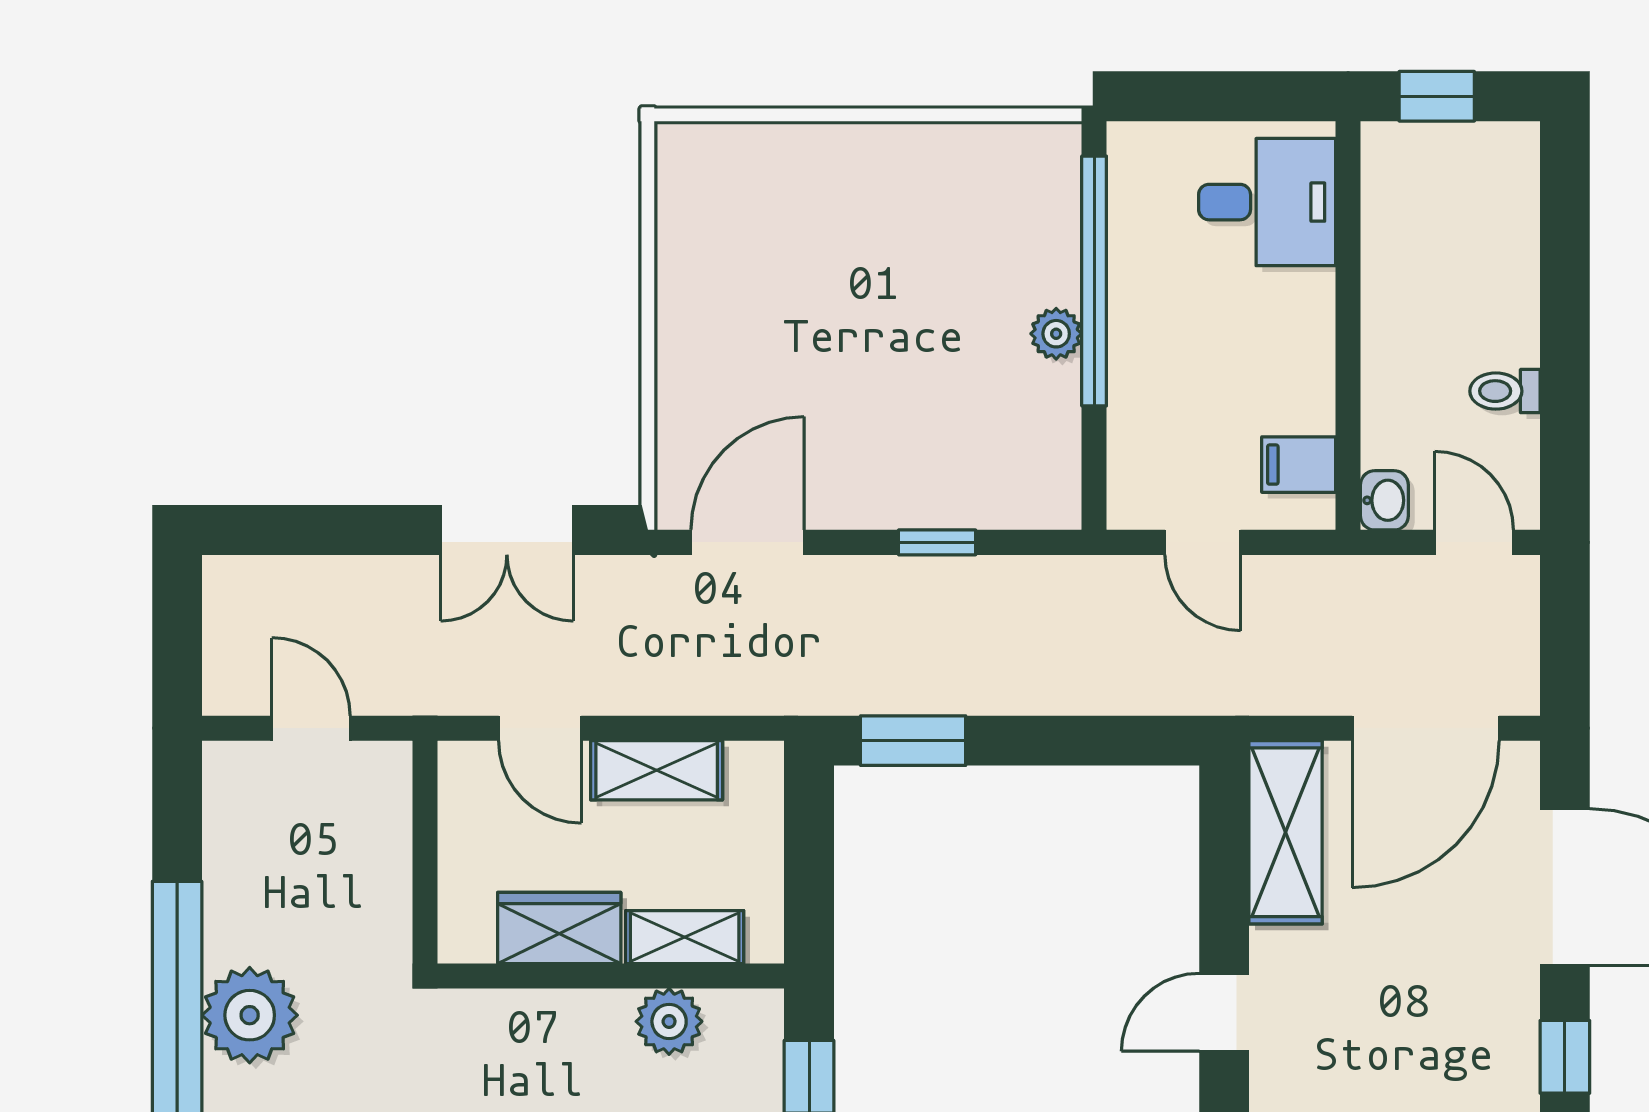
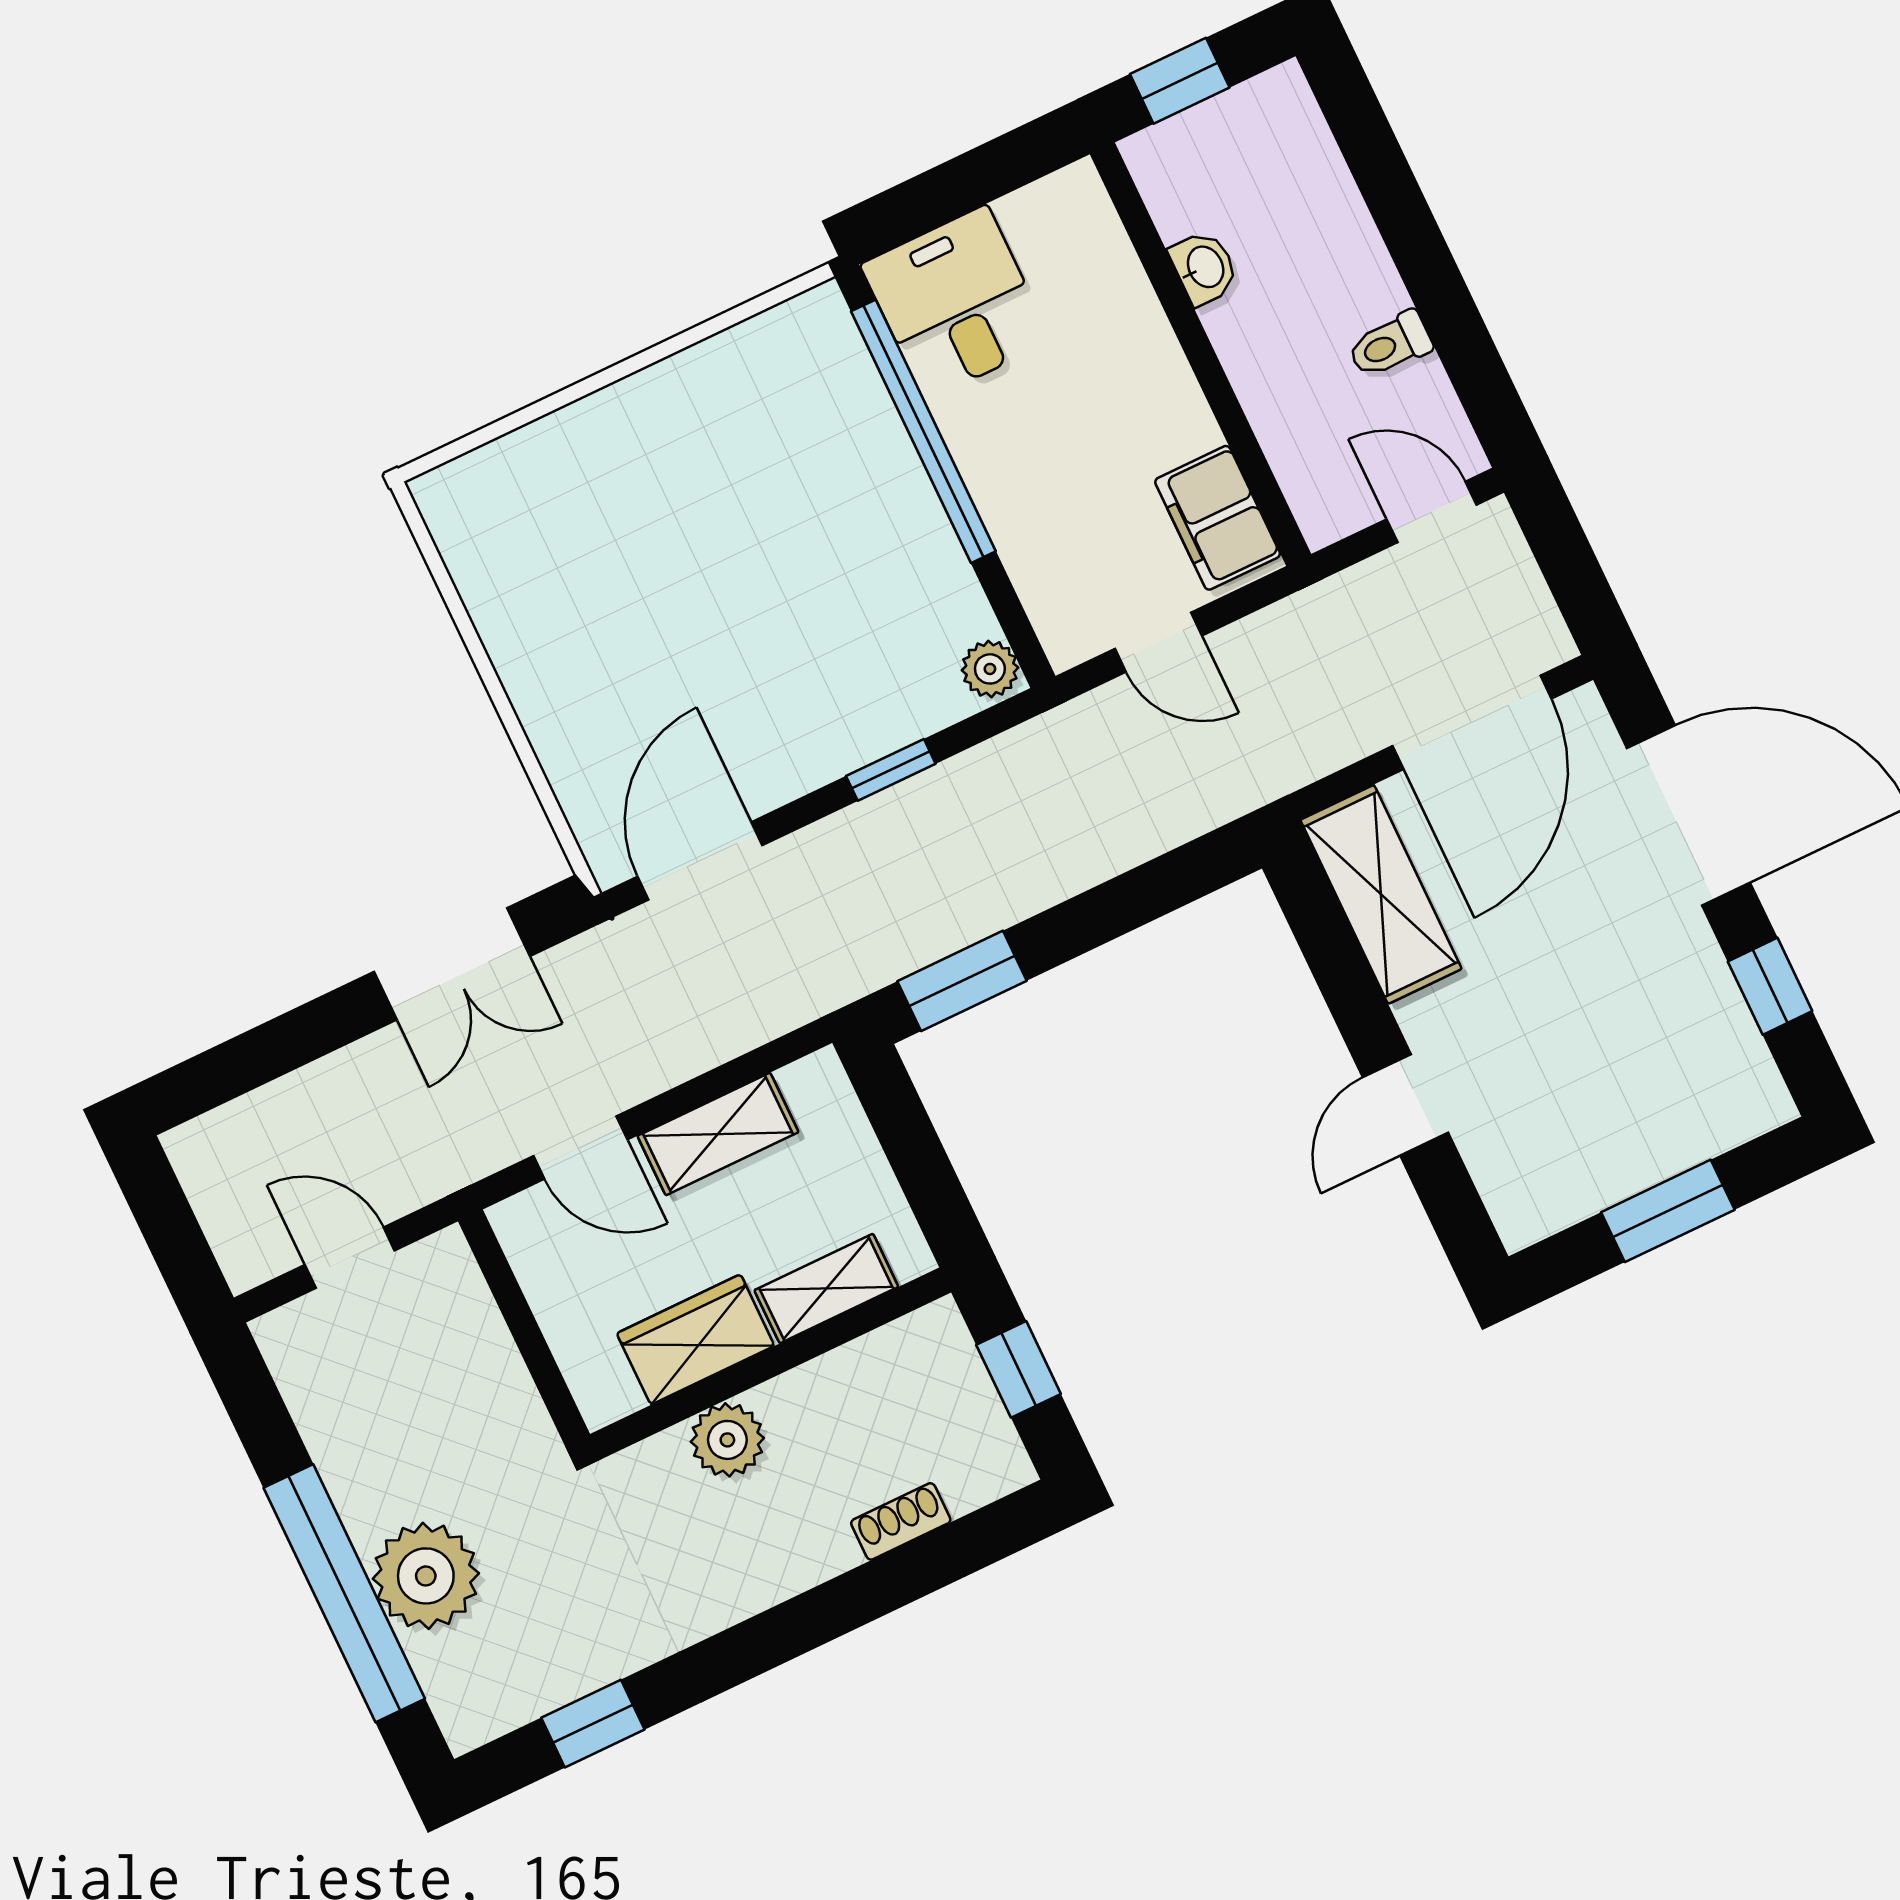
desk: (1267, 202) -> (956, 303), moved, turned -90
plant: (1056, 334) -> (990, 669), moved
filing cabinet: (1299, 465) -> (1218, 518), width x2.00
washbasin: (1384, 500) -> (1204, 268), moved
plant: (669, 1021) -> (727, 1440), moved

